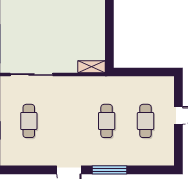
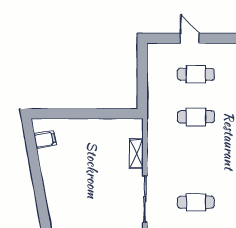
shelving: (91, 67) -> (136, 153), moved

